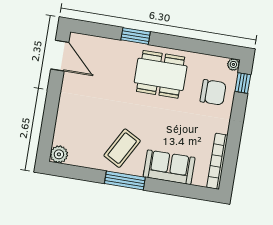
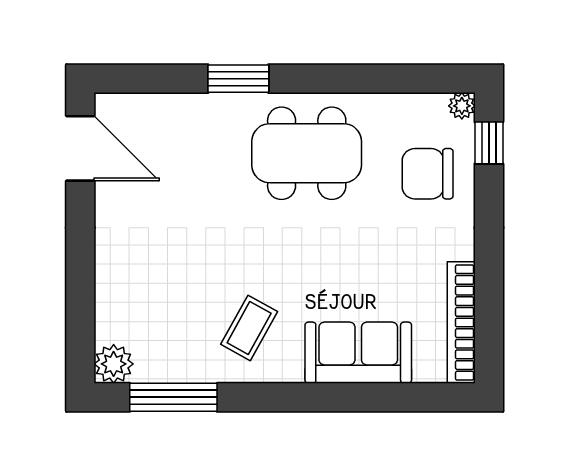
chair: (213, 92) -> (428, 174), turned 180
coffee table: (122, 148) -> (249, 328), width x0.73, depth x0.77
window: (125, 180) -> (173, 397), moved

